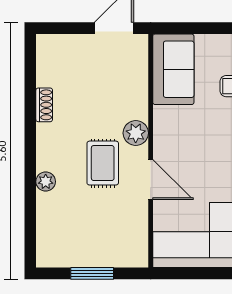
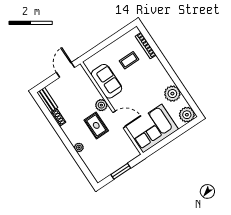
bench: (46, 60) -> (47, 100), added
sofa: (173, 69) -> (107, 81), moved

